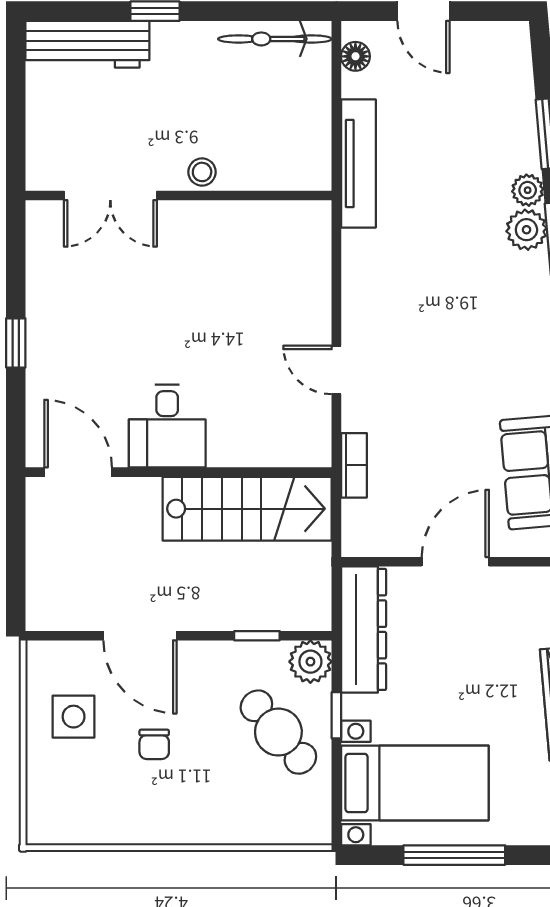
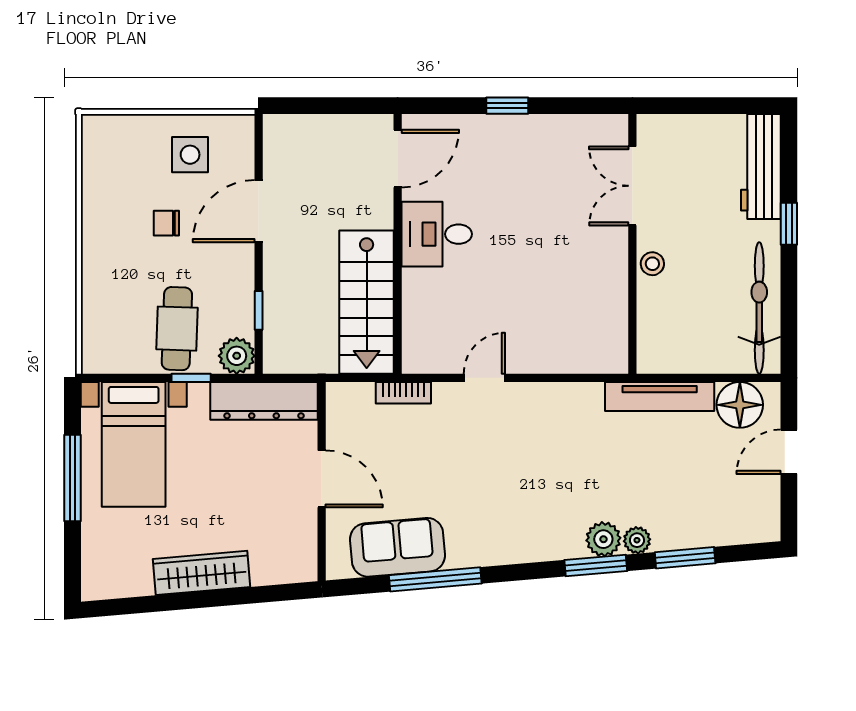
bicycle: (275, 39) -> (759, 308), width x1.37, depth x1.40
floor lamp: (355, 56) -> (740, 405), width x1.89, depth x1.89
cafe table: (278, 732) -> (177, 329), turned -48

